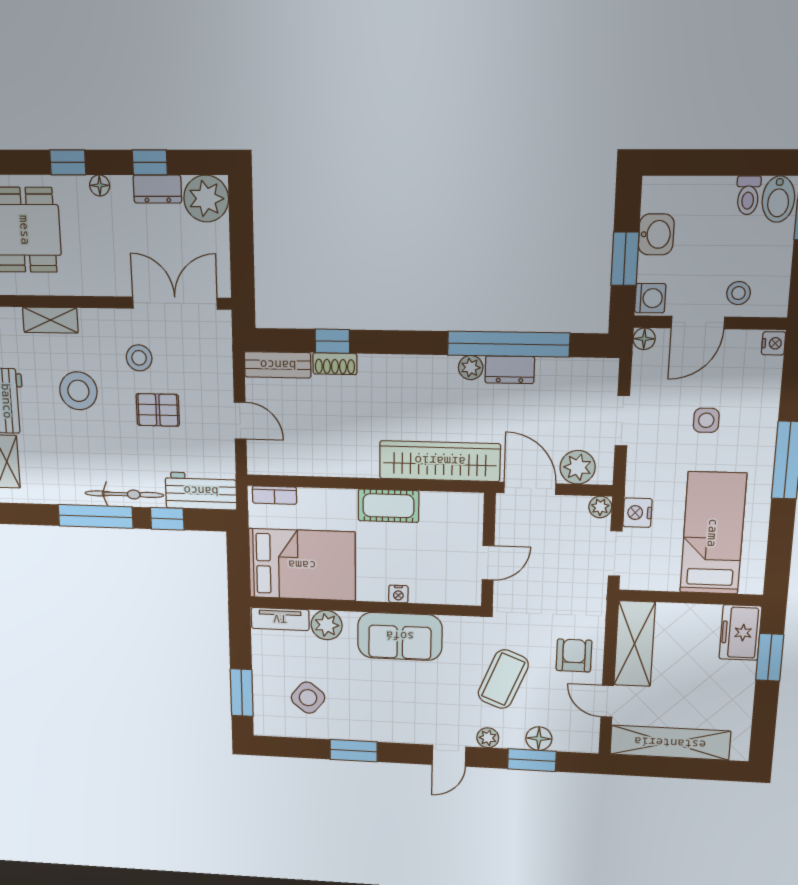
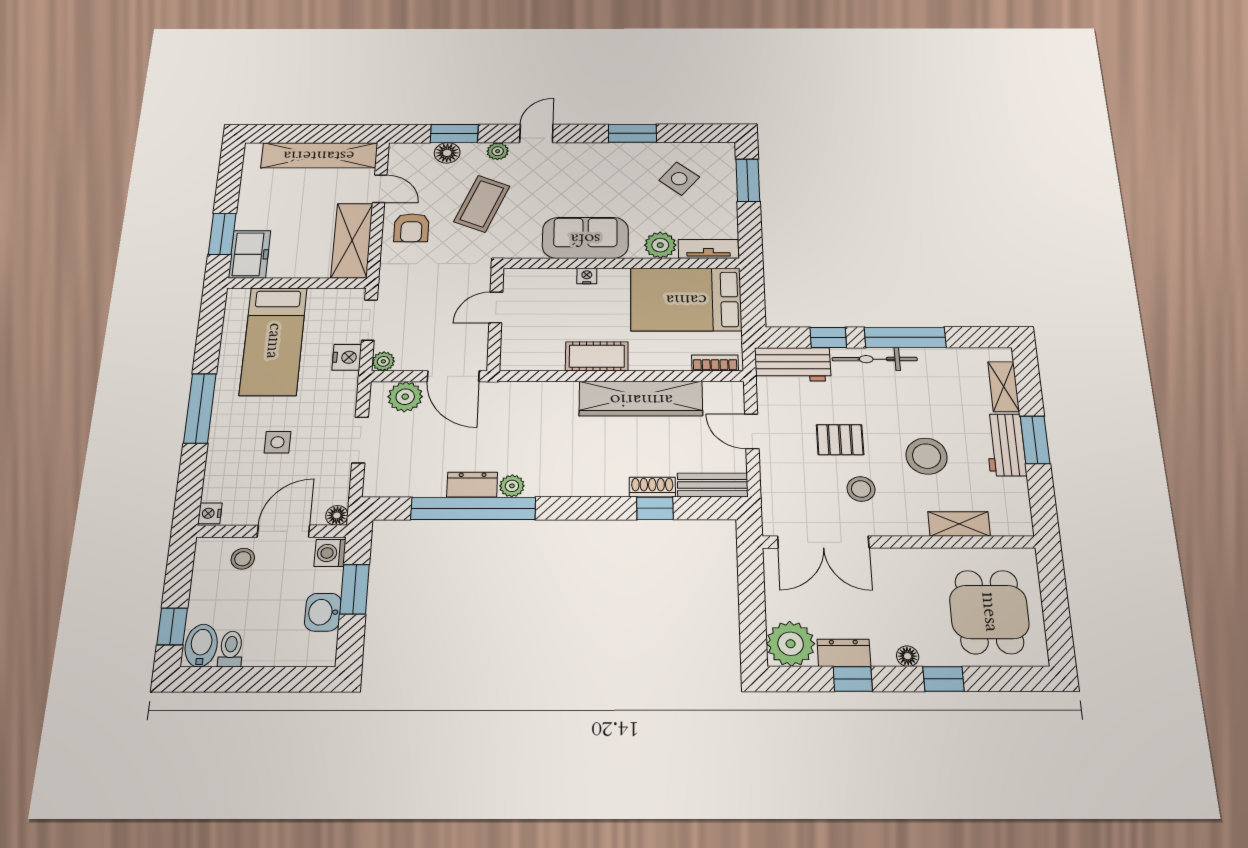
wardrobe: (440, 461) -> (641, 399), moved

